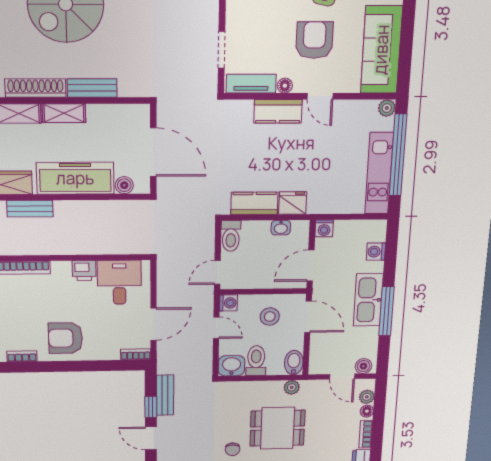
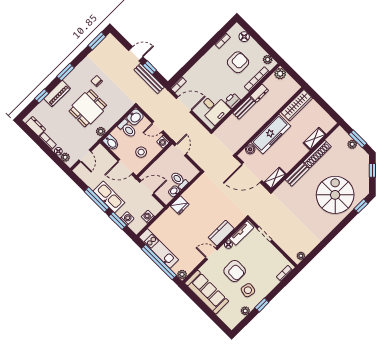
shelving: (64, 113) -> (275, 178), moved
kitchen counter: (254, 203) -> (194, 191), removed
bench: (30, 209) -> (244, 108), moved
washing machine: (324, 228) -> (148, 217), moved
toilet: (231, 236) -> (179, 180), moved
dresser: (38, 247) -> (259, 93), added
window: (390, 260) -> (118, 221), added
door: (311, 266) -> (147, 188), hinge flipped
door: (154, 324) -> (184, 104), swing flipped
armchair: (65, 338) -> (238, 62), moved
boiler: (363, 366) -> (81, 169), removed
door: (342, 377) -> (85, 156), swing flipped
bench: (165, 395) -> (149, 78), width x1.36

